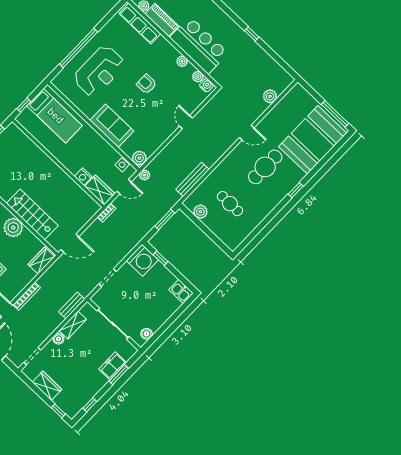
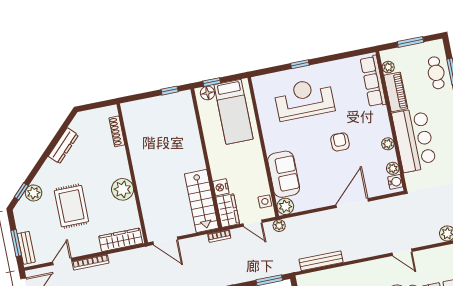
window: (79, 48) -> (300, 64), width x0.32
reception desk: (99, 71) -> (304, 99), turned 180
floor lamp: (26, 115) -> (207, 93), added
door: (186, 122) -> (352, 203), width x1.87
sofa: (112, 126) -> (284, 174), moved
stairs: (32, 214) -> (201, 201), moved, turned 180
wardrobe: (41, 261) -> (121, 240), width x1.50

